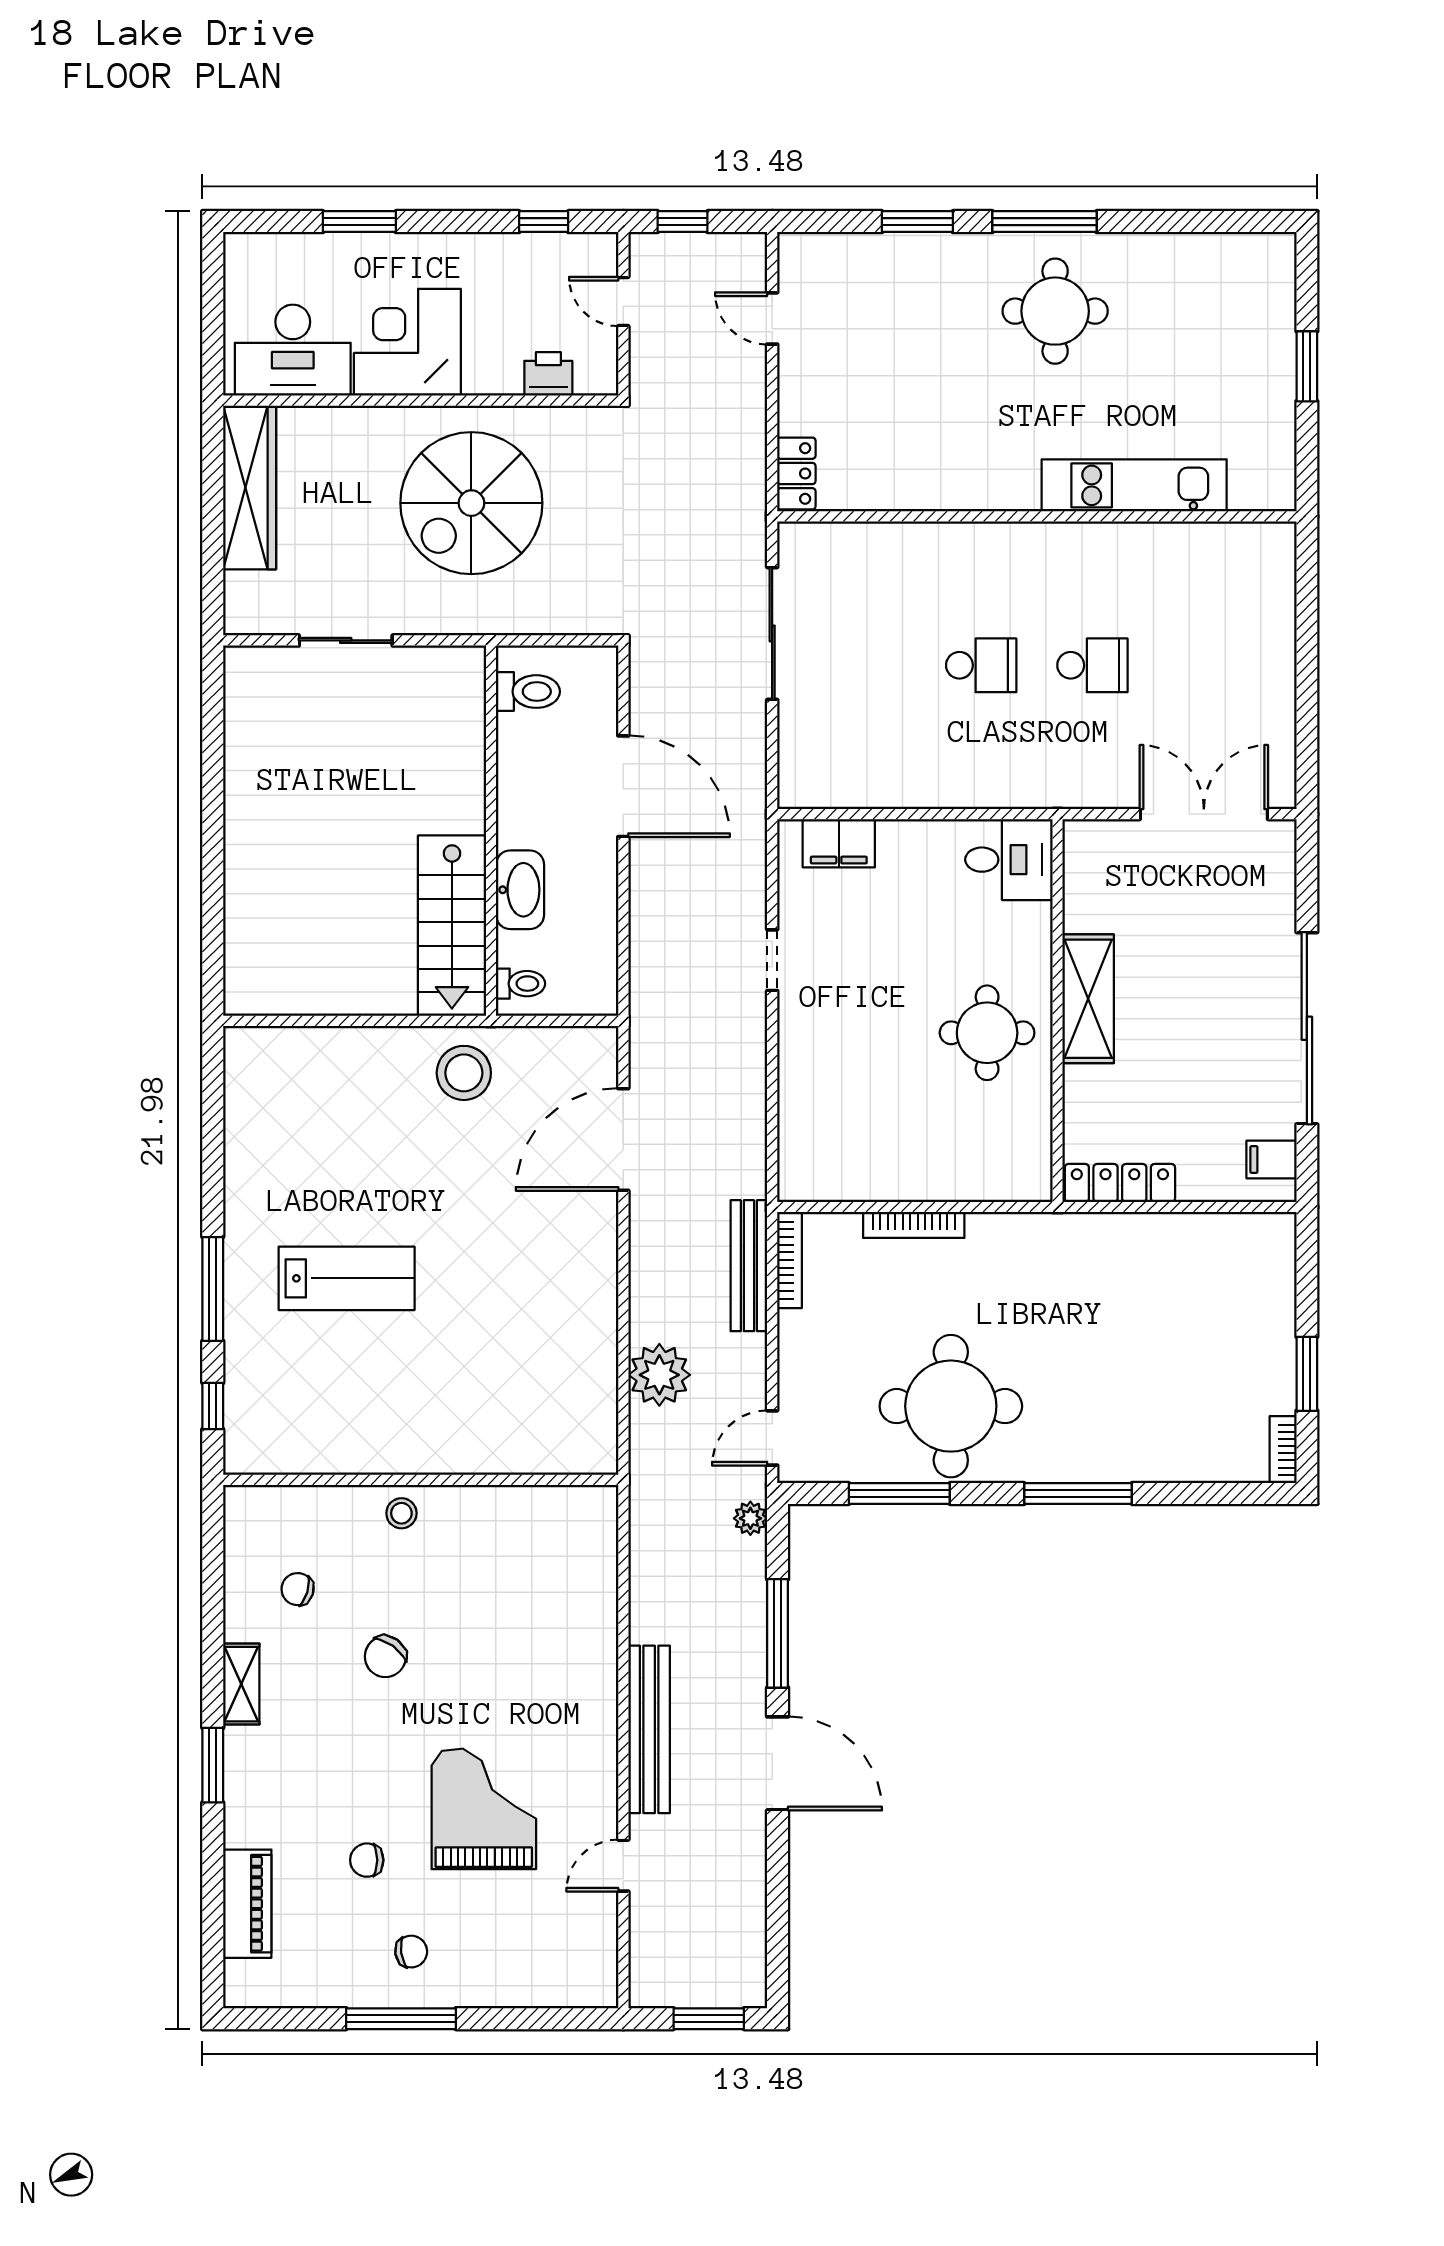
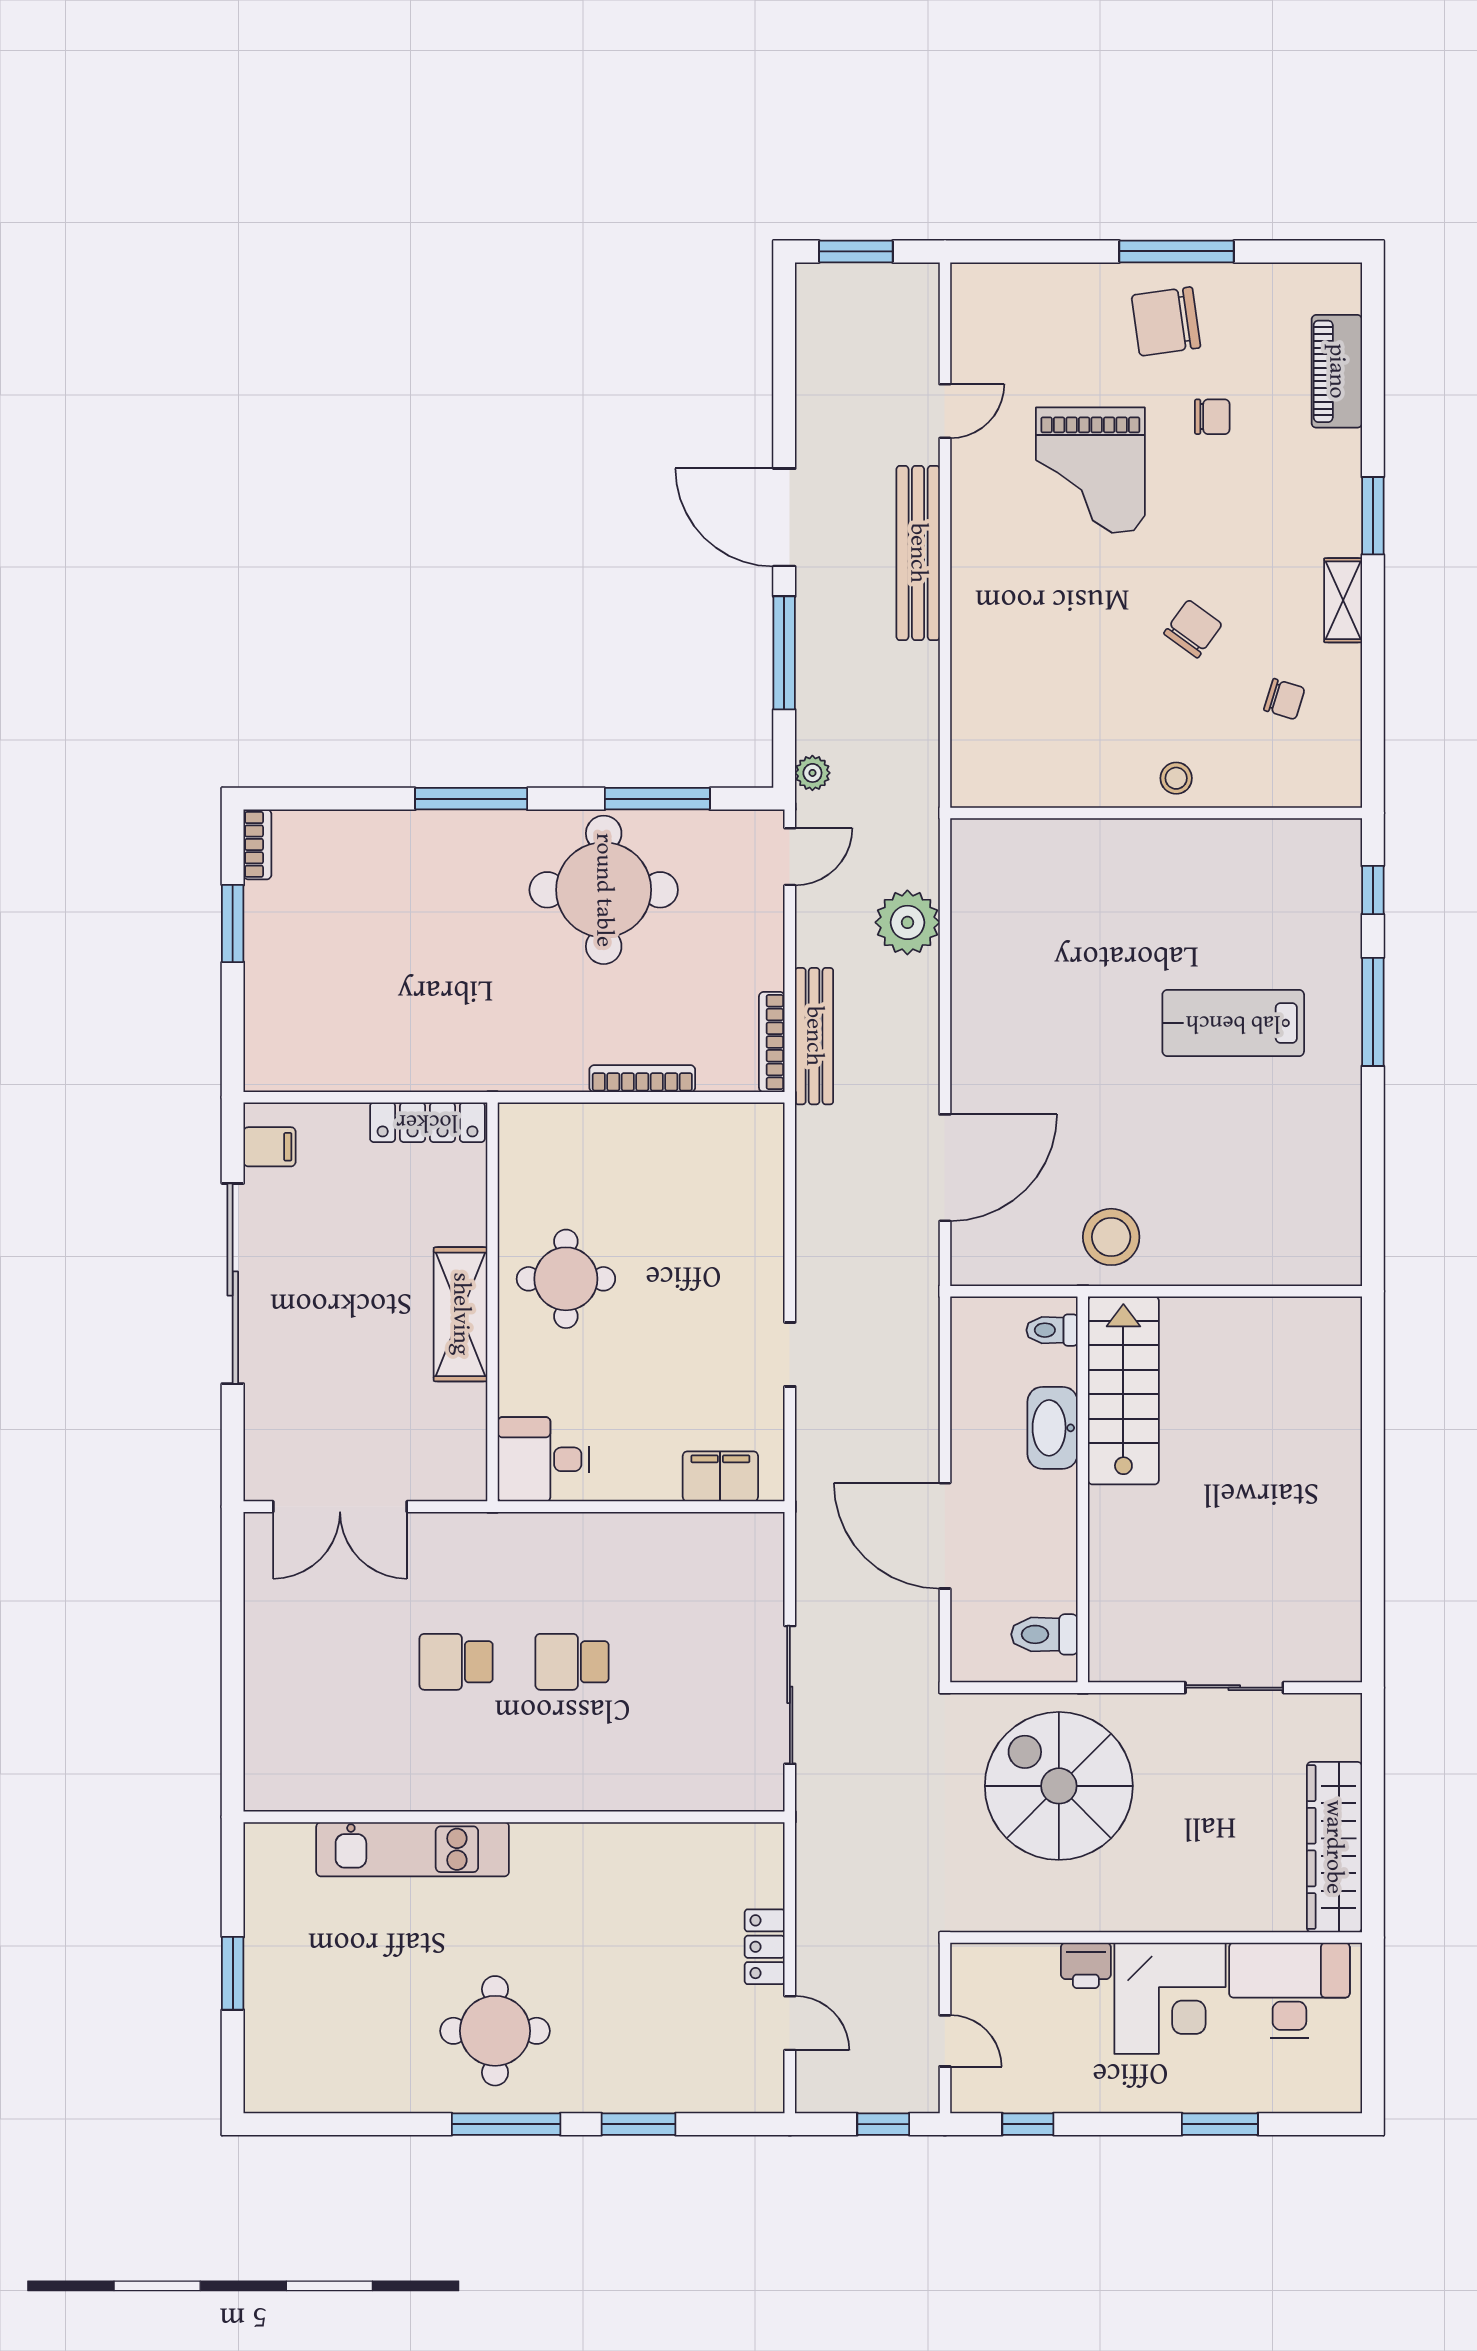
printer: (548, 374) -> (1086, 1965), moved
locker: (796, 473) -> (765, 1947), moved
spiral stairs: (471, 503) -> (1059, 1786), moved, turned -90
chair: (411, 1952) -> (1166, 321), width x1.87, depth x1.87

